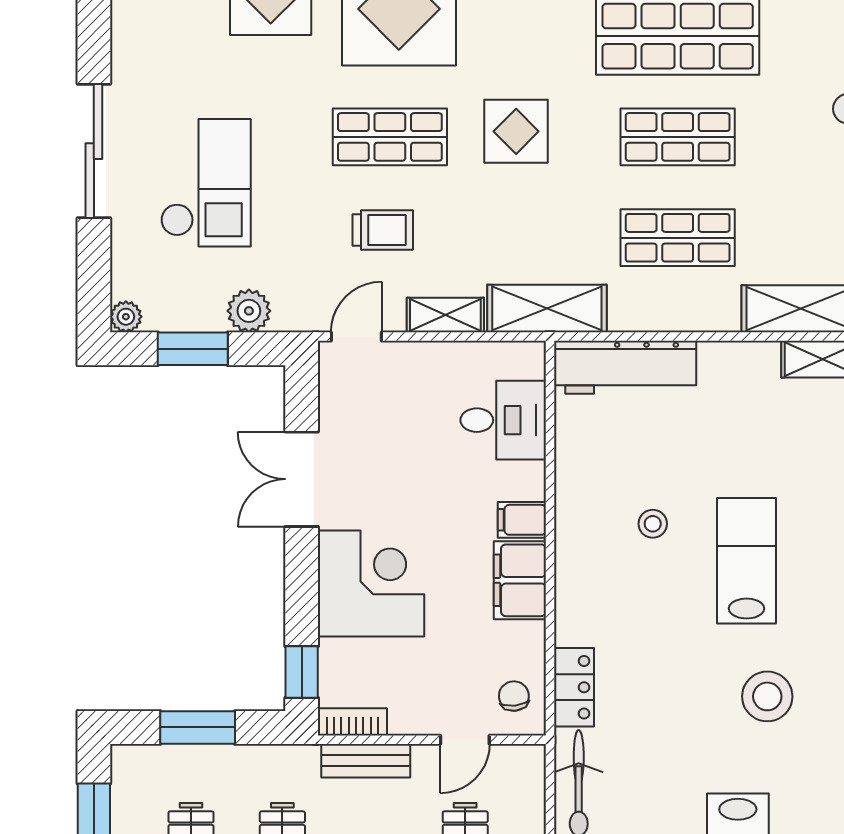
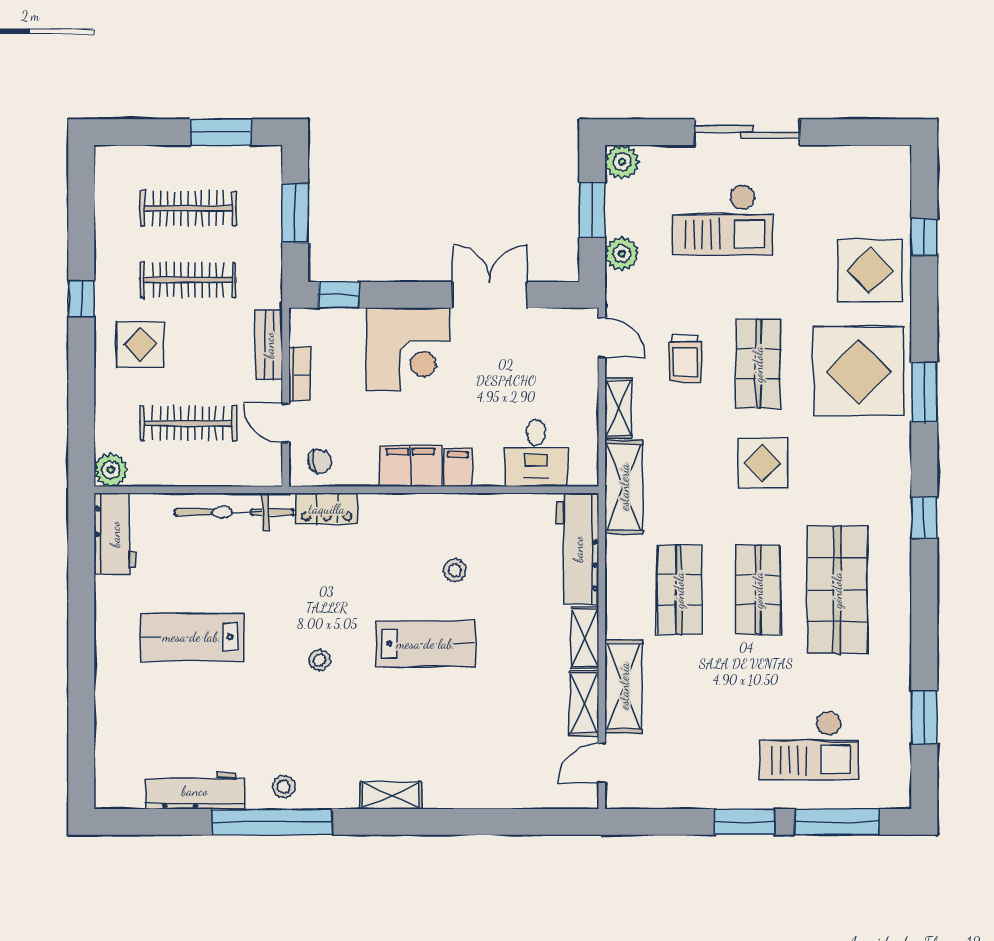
plant: (126, 317) -> (622, 162), width x1.38, depth x1.38
shelving: (739, 358) -> (585, 638), added
stool: (767, 696) -> (320, 660), width x0.53, depth x0.53
bookcase: (352, 722) -> (300, 374), moved

